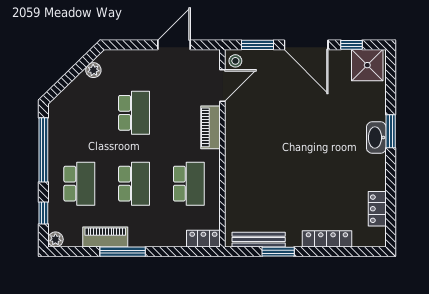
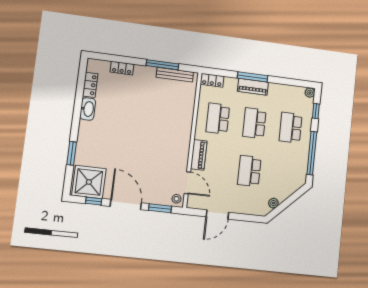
shower: (367, 65) -> (89, 182), width x1.37, depth x1.37
door: (222, 86) -> (187, 183), swing flipped
window: (391, 131) -> (72, 153), moved
washbasin: (376, 138) -> (88, 109), moved
piano: (105, 237) -> (253, 87), moved
locker: (327, 239) -> (122, 68), width x0.66
window: (123, 252) -> (253, 77), moved
window: (278, 252) -> (162, 65), width x1.44

